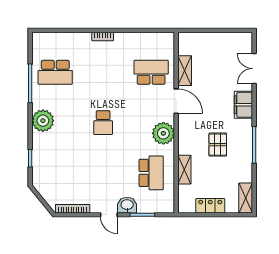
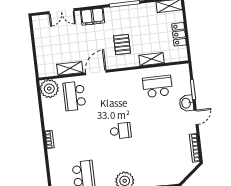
plant: (163, 133) -> (49, 89), moved
pallet: (218, 145) -> (122, 44), moved, turned 90

